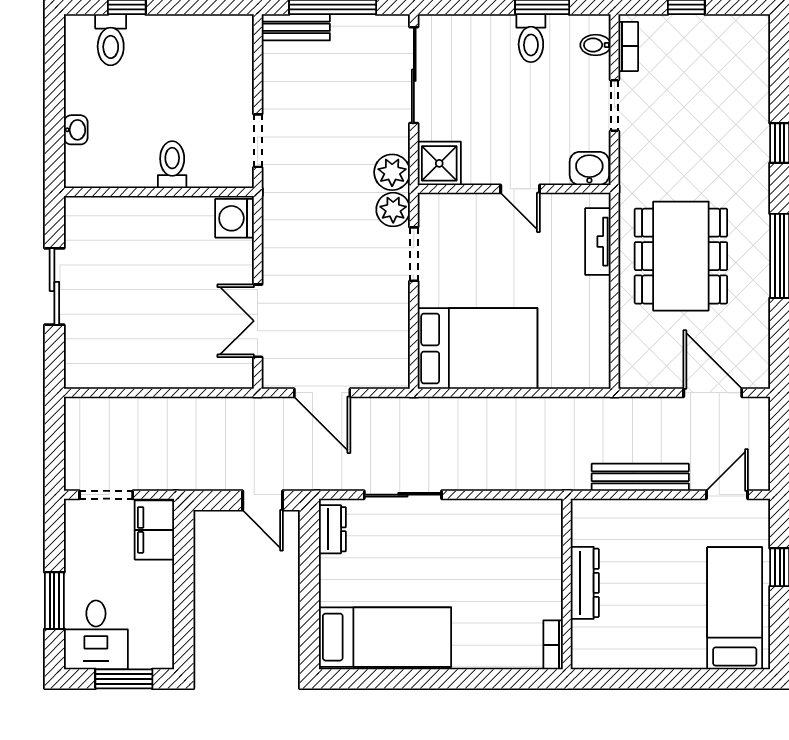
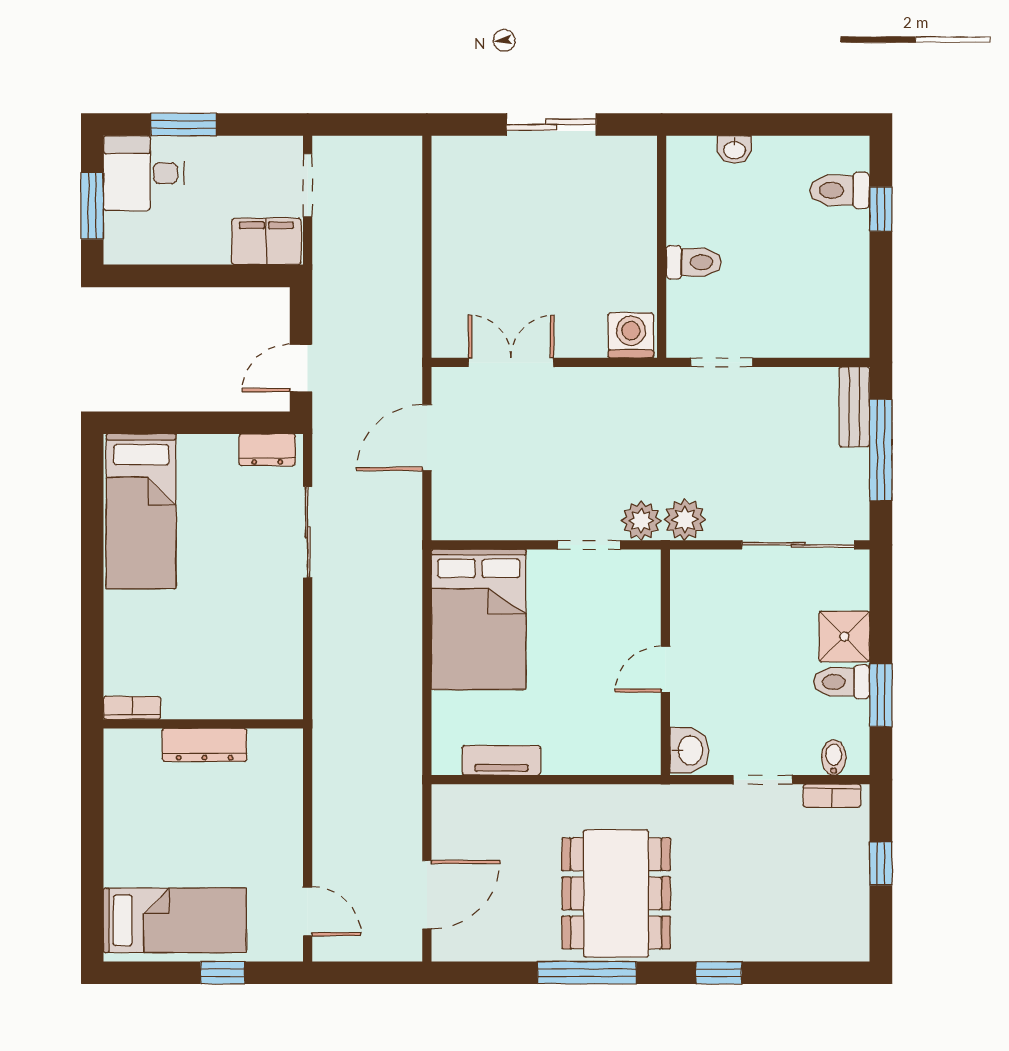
shower: (439, 163) -> (844, 637), moved
tv unit: (598, 242) -> (501, 760), moved
dining table: (681, 256) -> (616, 893), moved, turned 90
bench: (640, 477) -> (328, 810), removed

